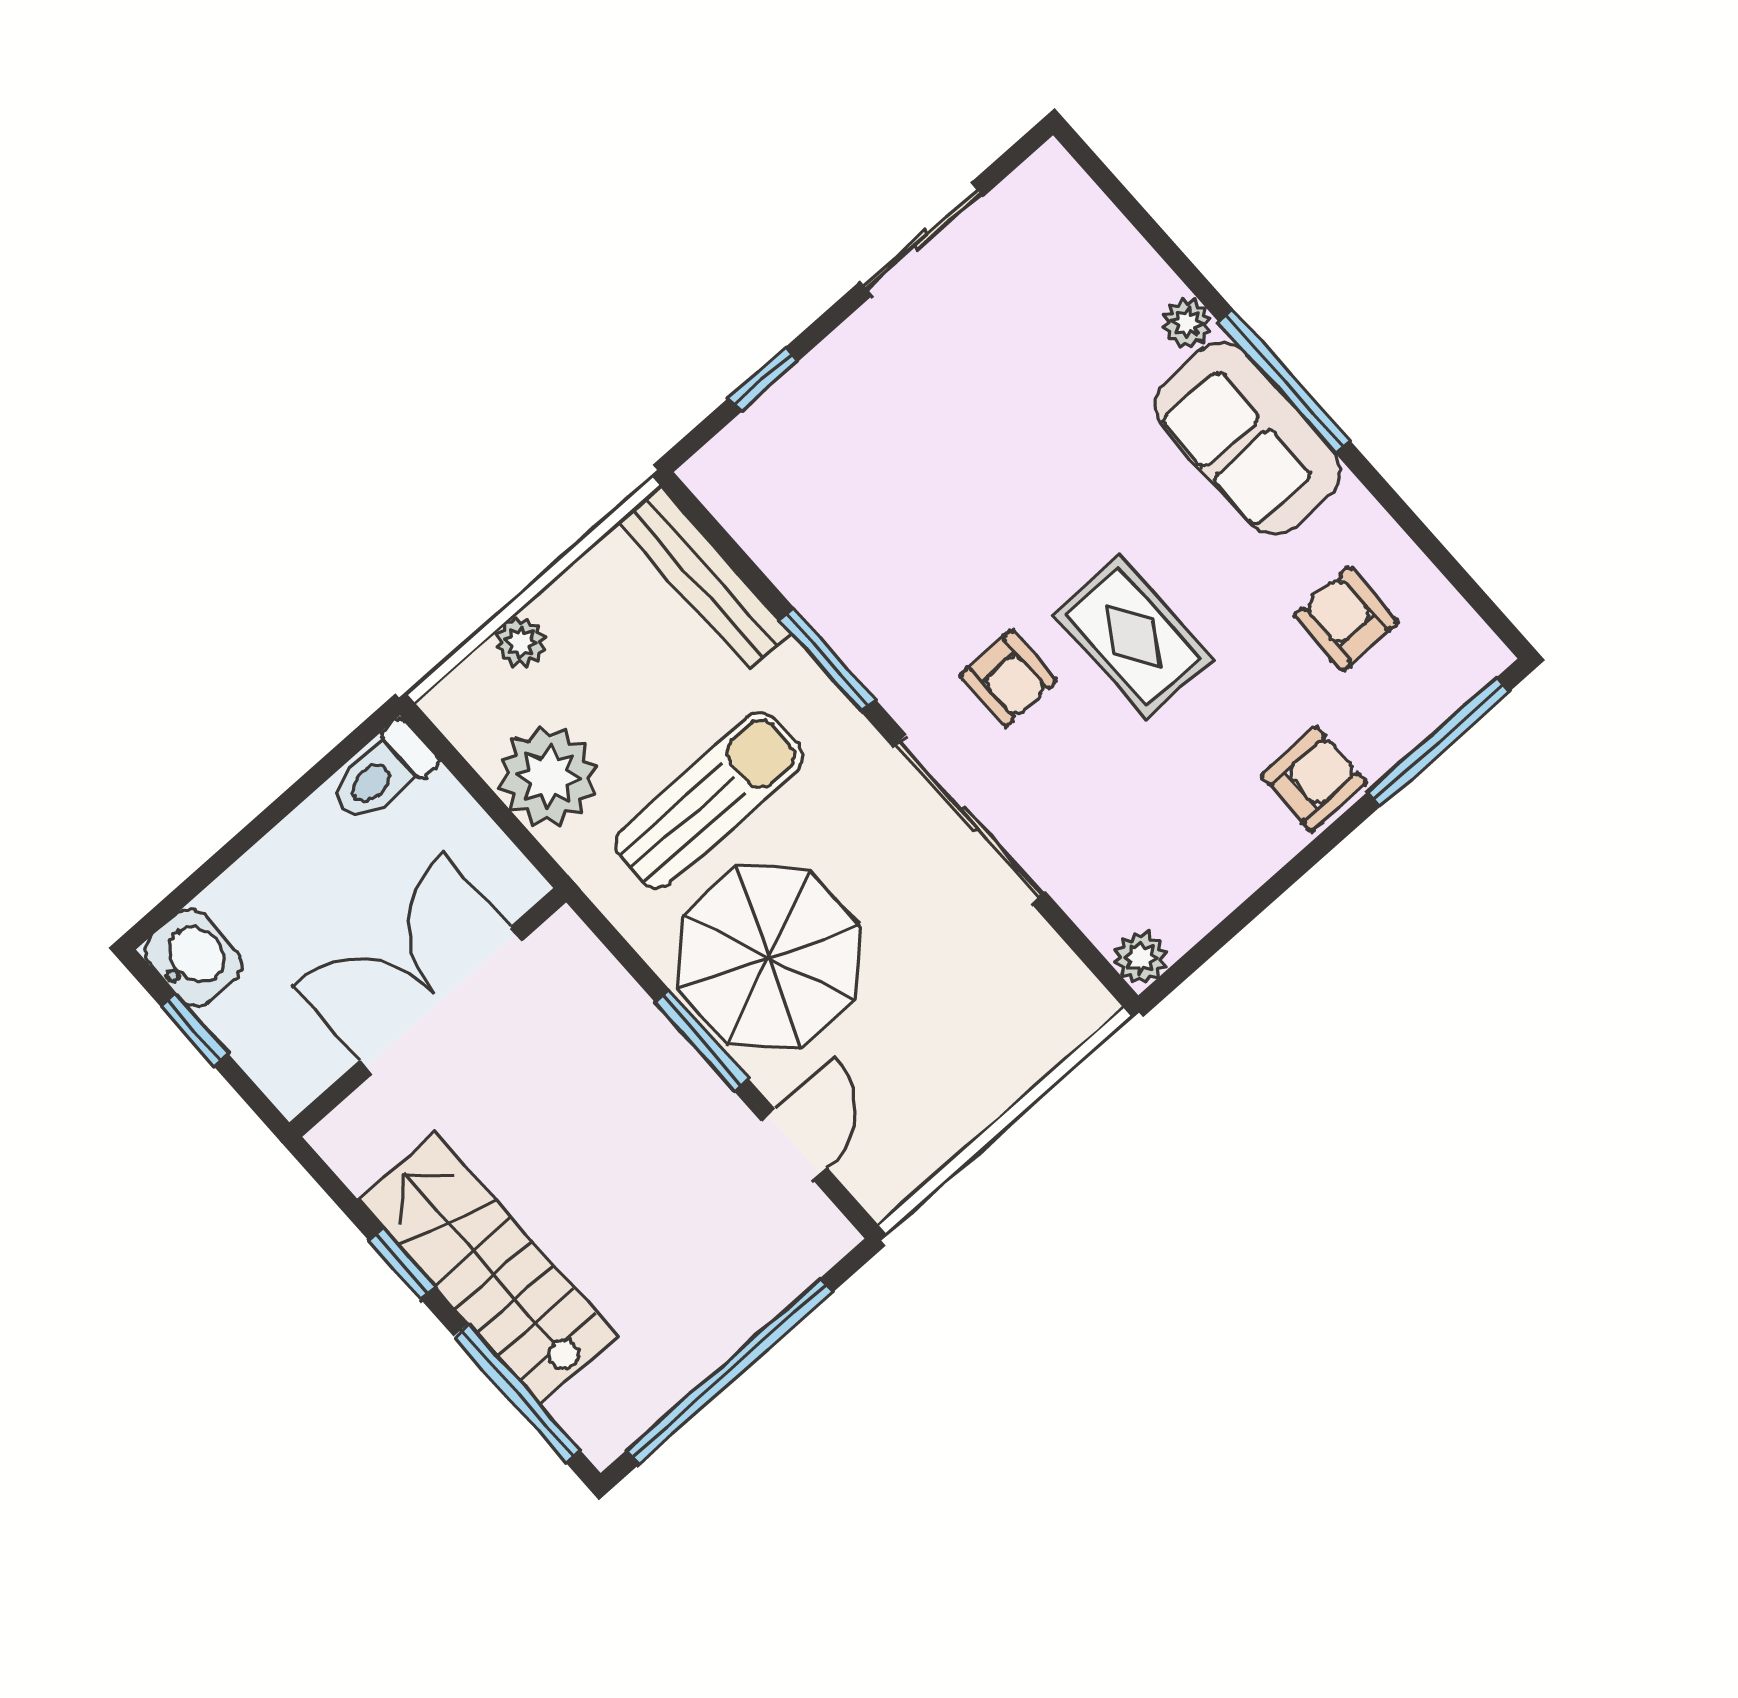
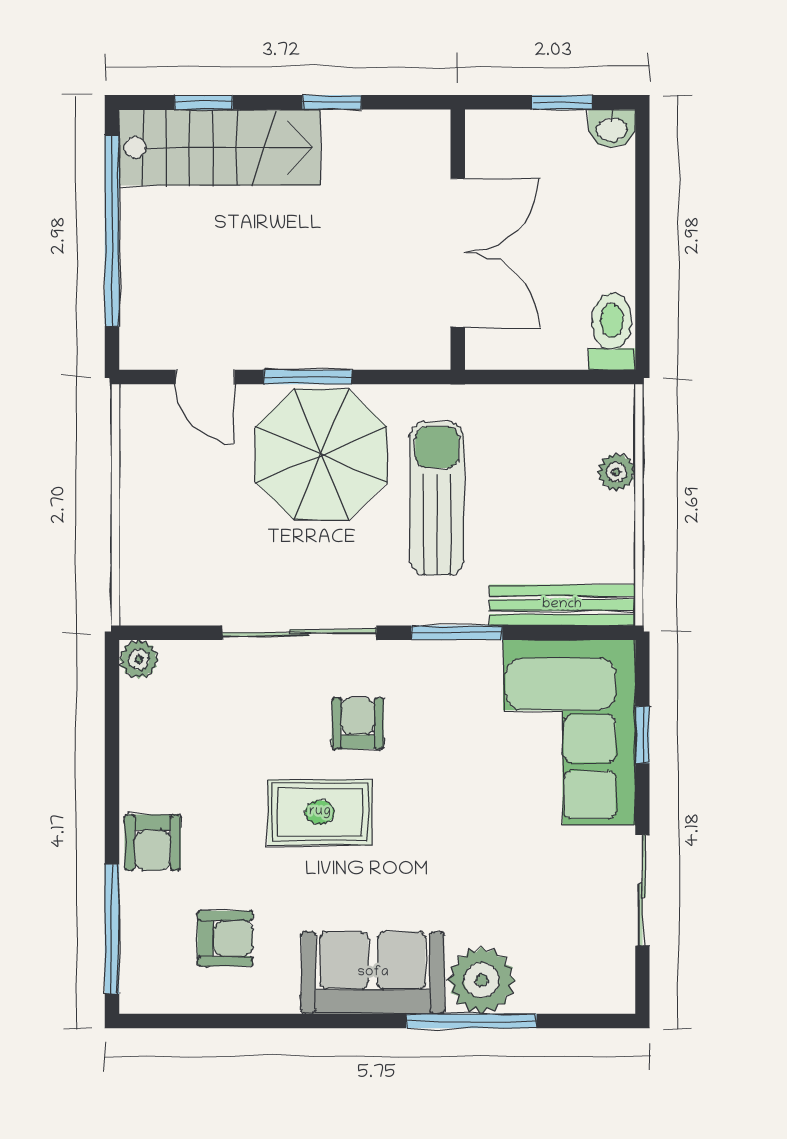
plant: (1187, 323) -> (482, 980), width x1.87, depth x1.87
window: (1284, 381) -> (471, 1021), moved
corner sofa: (827, 456) -> (569, 732), added
armchair: (1009, 678) -> (358, 724), turned 90
plant: (549, 777) -> (528, 422), removed
sun lounger: (709, 800) -> (437, 498), turned 180
washbasin: (193, 958) -> (612, 128), width x0.72, depth x0.69
stairs: (488, 1268) -> (220, 147), moved
window: (517, 1394) -> (204, 102), width x0.46

